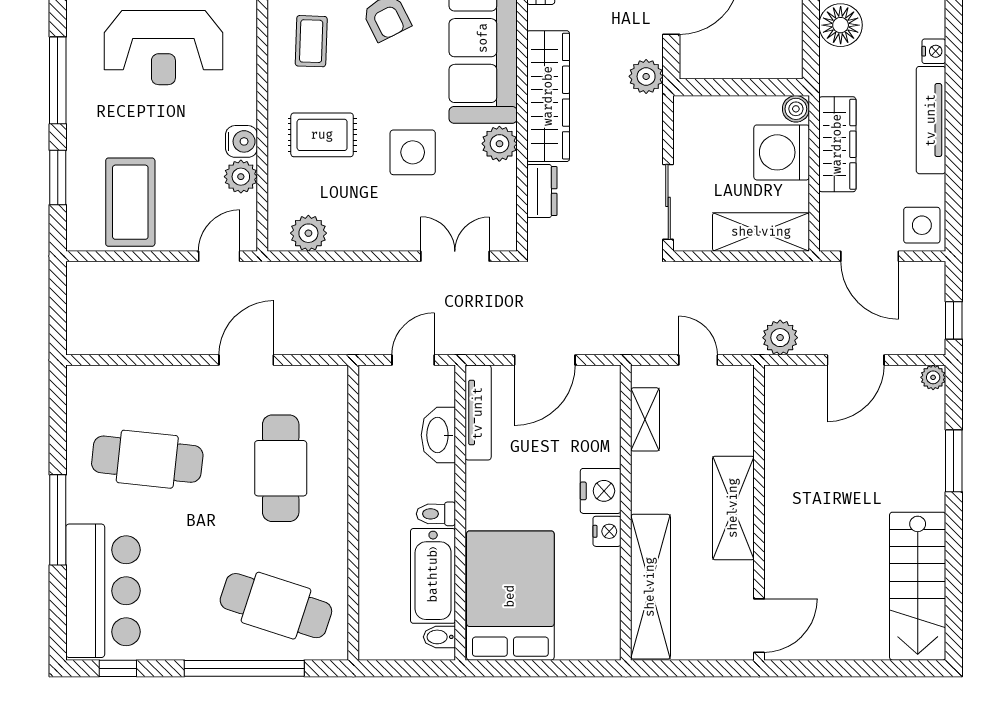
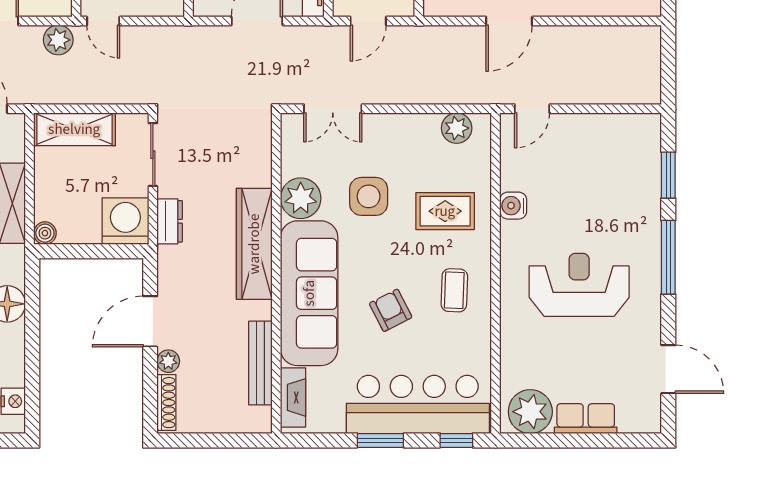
plant: (646, 76) -> (171, 260), removed
plant: (499, 144) -> (301, 198), width x1.36, depth x1.36
washing machine: (782, 152) -> (125, 221), moved, turned -90
plant: (241, 177) -> (514, 176), removed
dresser: (542, 191) -> (170, 221), moved, turned 180
coffee table: (130, 202) -> (607, 154), removed
door: (698, 360) -> (103, 21), moved

